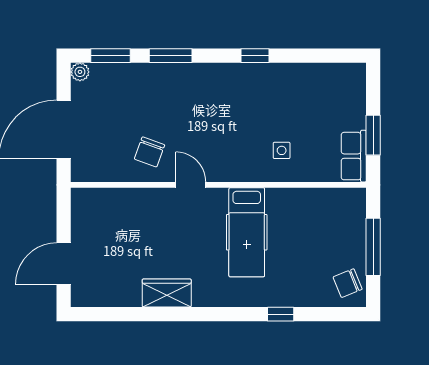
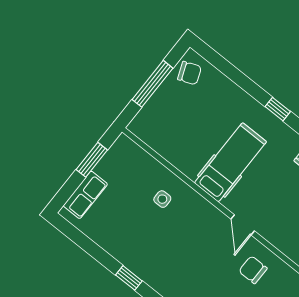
chair: (149, 152) -> (253, 270), turned -110
row of seats: (354, 156) -> (85, 195), moved
window: (281, 314) -> (278, 109), moved

